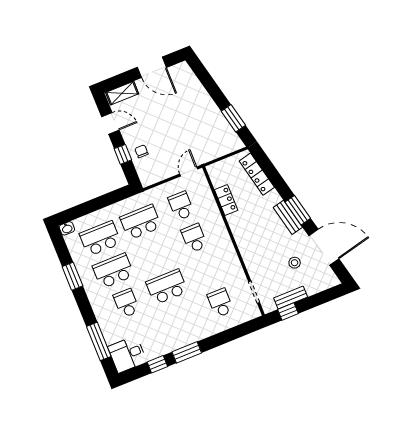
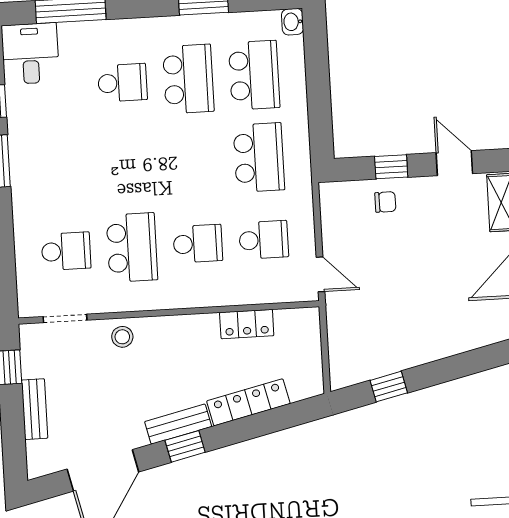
window: (233, 118) -> (389, 387), width x0.67
door: (110, 123) -> (454, 163), swing flipped
locker: (257, 174) -> (248, 402), moved
window: (298, 210) -> (185, 446), width x0.67
stool: (295, 263) -> (122, 337), moved
school desk: (167, 287) -> (132, 247), moved
bench: (291, 297) -> (35, 409), moved

